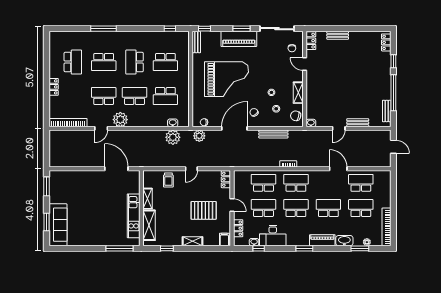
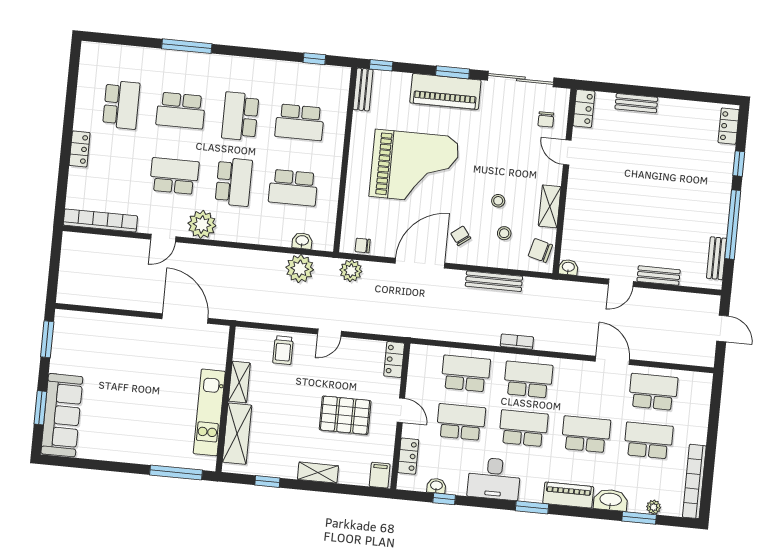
school desk: (135, 96) -> (234, 182), turned 90
desk: (273, 236) -> (494, 479), moved

